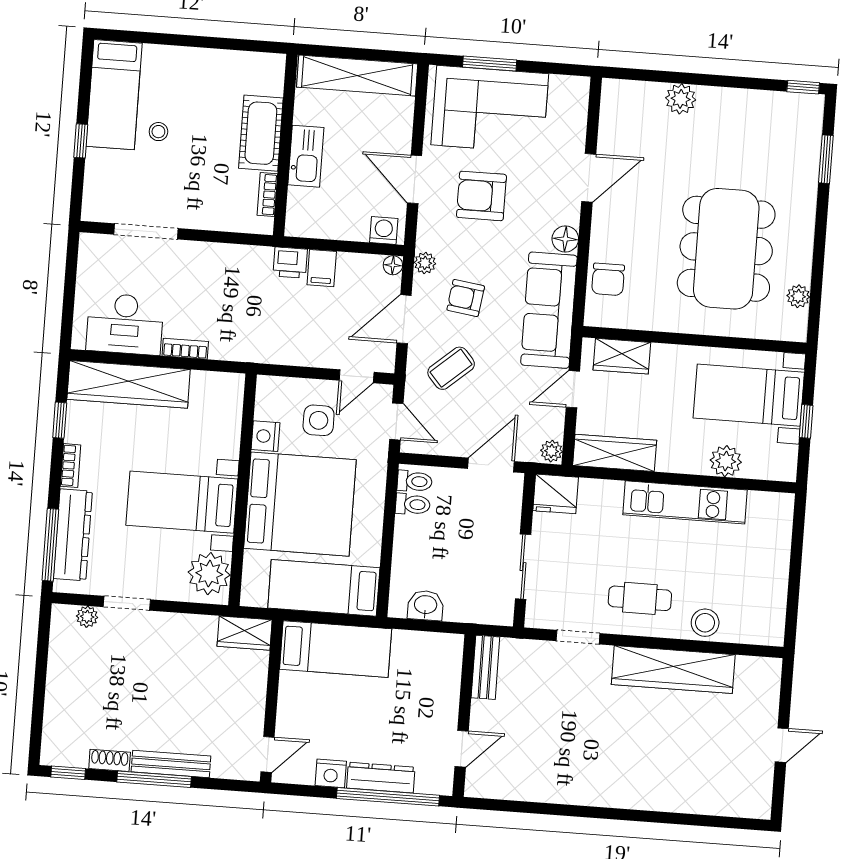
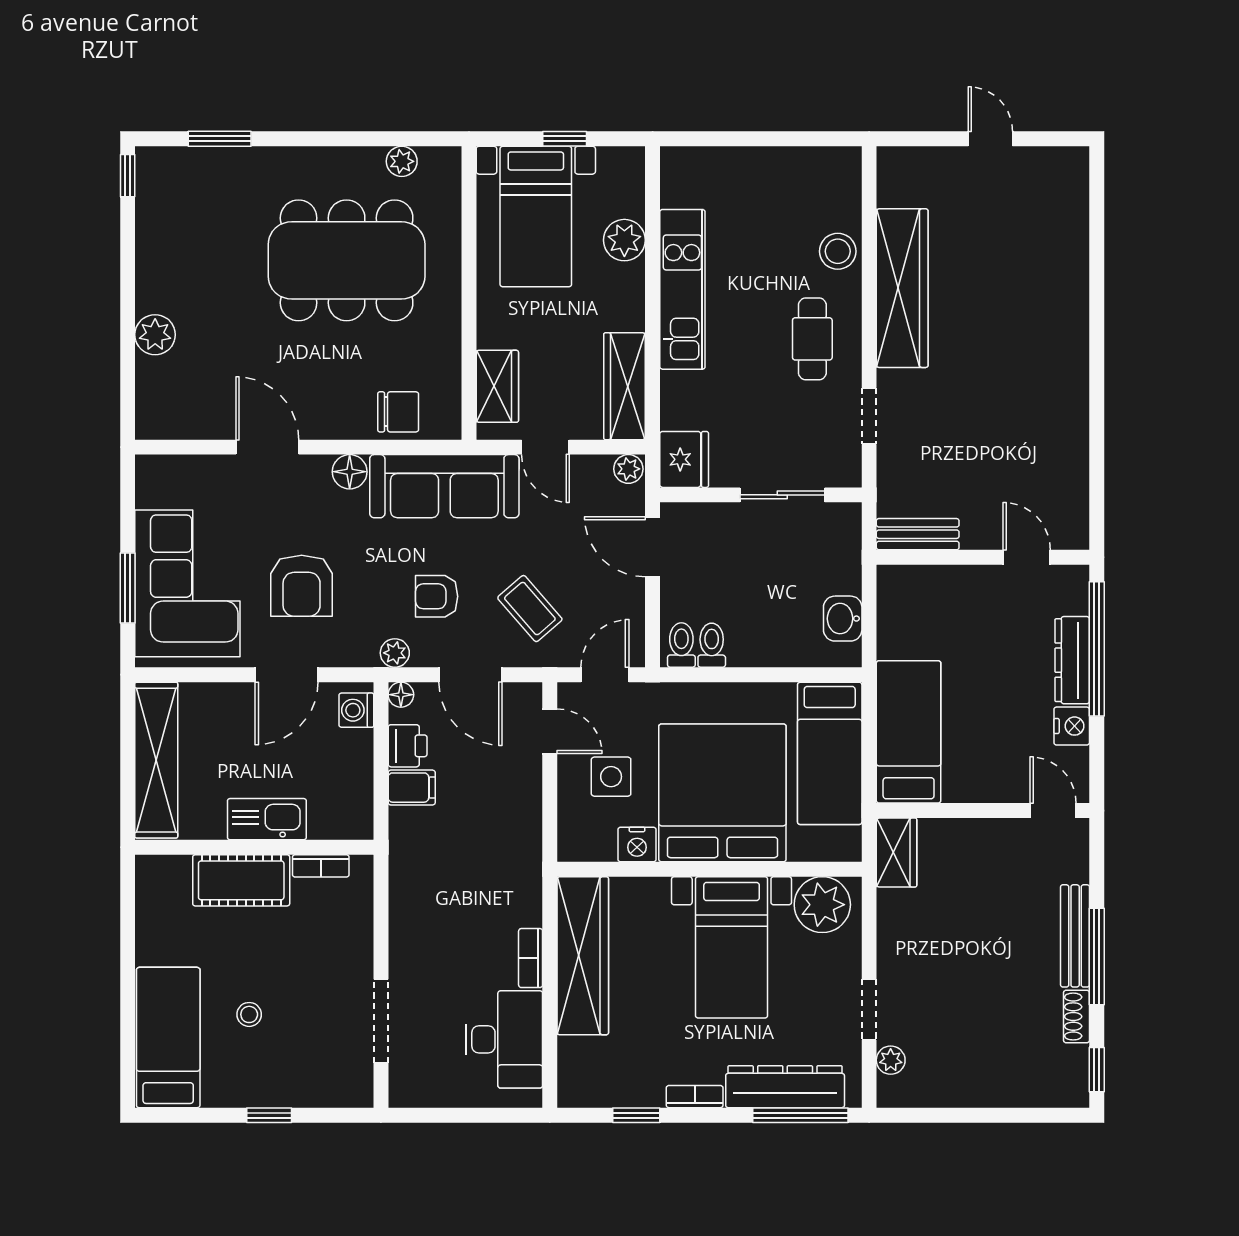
bed: (114, 95) -> (168, 1038), moved, turned -90
printer: (290, 263) -> (408, 746), moved
armchair: (466, 298) -> (437, 596), turned 82
wardrobe: (129, 384) -> (583, 956), moved

